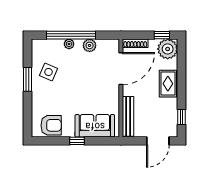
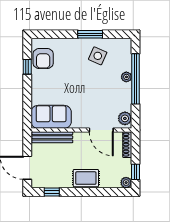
plant: (90, 45) -> (125, 118), moved
plant: (168, 49) -> (126, 183), width x0.53, depth x0.53
door: (121, 69) -> (101, 130), width x0.73
sofa: (95, 126) -> (51, 117), moved, turned -90
window: (77, 141) -> (27, 67), moved

